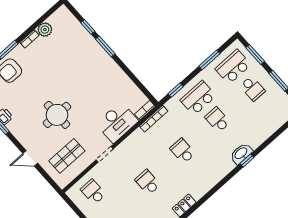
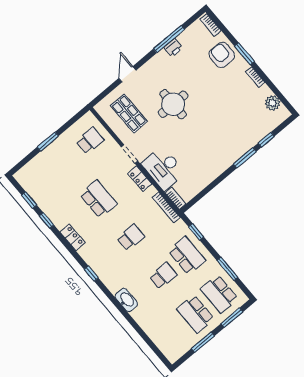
plant: (45, 30) -> (272, 103), moved
school desk: (233, 67) -> (219, 294), turned 180
school desk: (252, 88) -> (196, 314), width x1.85
locker: (128, 144) -> (140, 179), added
window: (247, 161) -> (91, 273), moved
school desk: (148, 182) -> (98, 199), width x1.85

